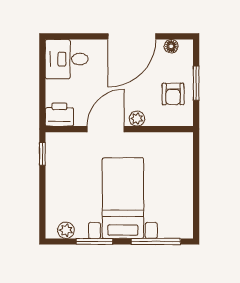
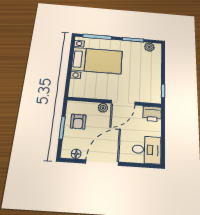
armchair: (173, 94) -> (78, 122), turned 180
bed with nightstands: (123, 198) -> (97, 61), moved, turned -90

